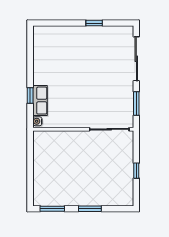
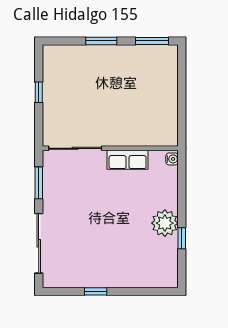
plant: (43, 74) -> (165, 223), added
window: (30, 95) -> (182, 238), moved
row of seats: (40, 101) -> (128, 160), moved, turned -90

